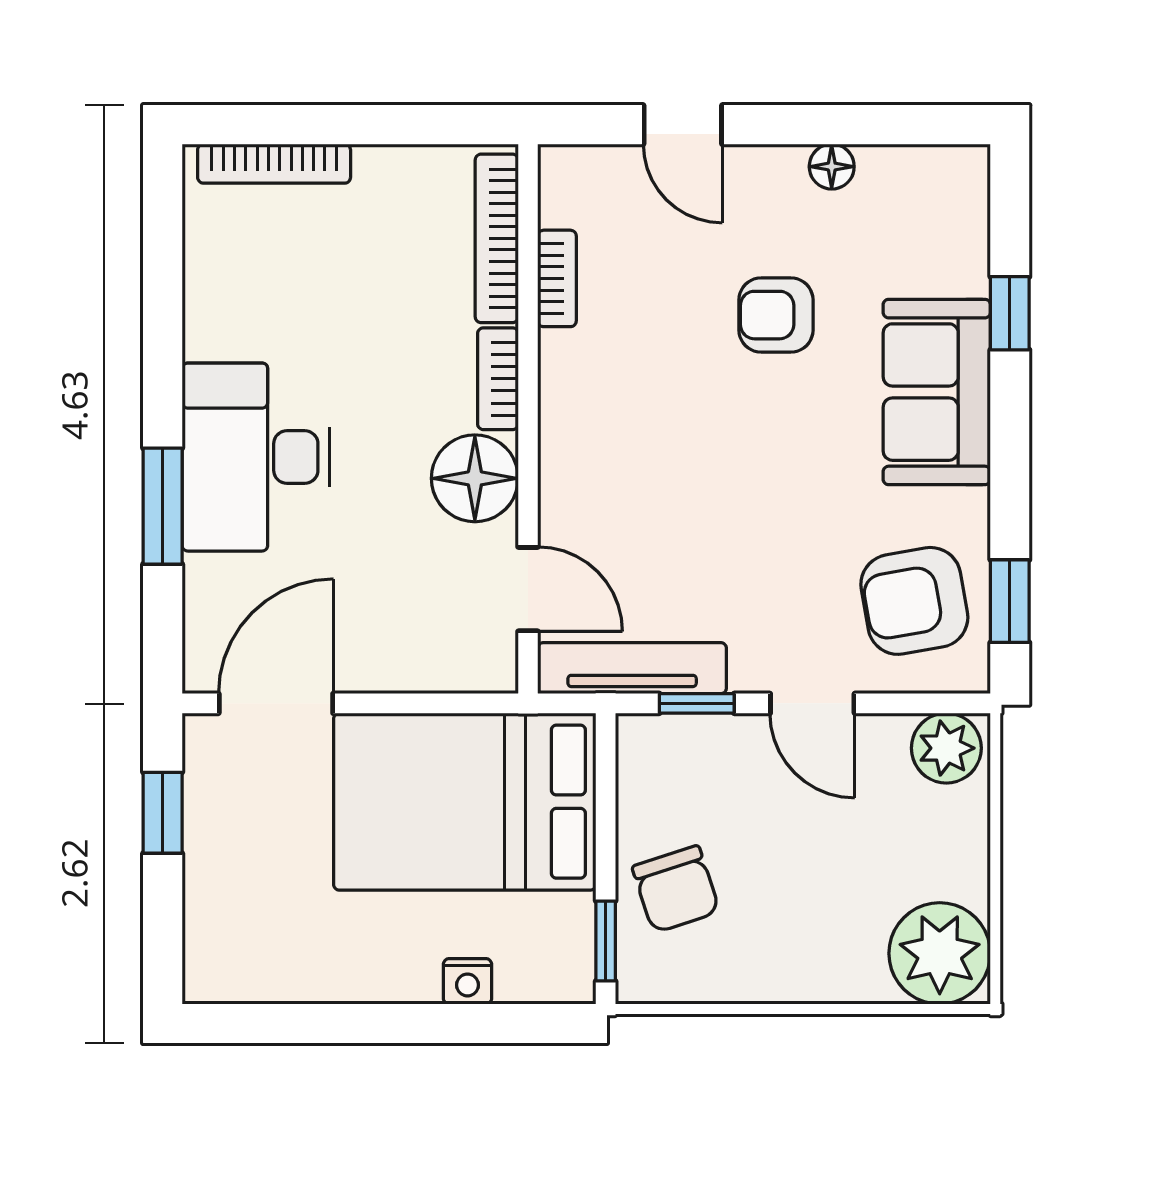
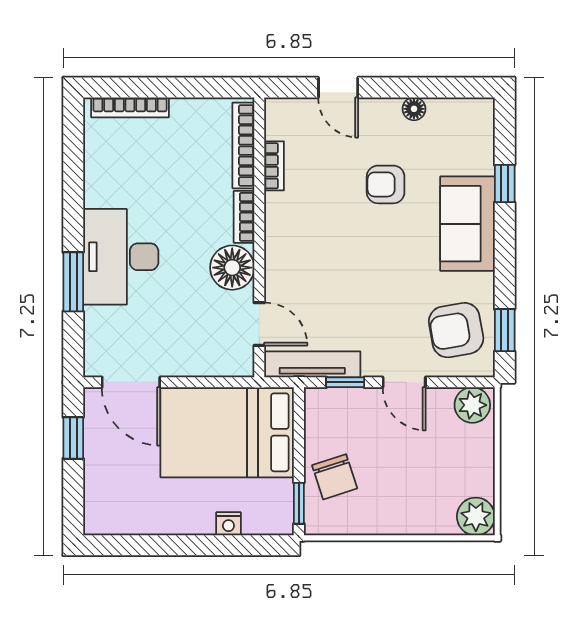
door: (276, 703) -> (131, 382), swing flipped
plant: (940, 953) -> (476, 516), width x0.73, depth x0.73

